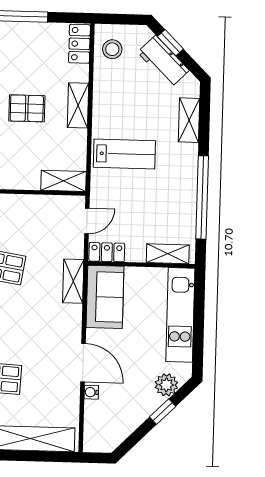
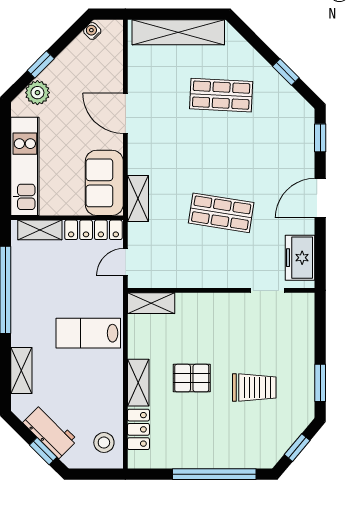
locker: (79, 44) -> (138, 429), moved
locker: (107, 252) -> (93, 230), width x1.53
water cooler: (91, 392) -> (92, 31), moved, turned -135

